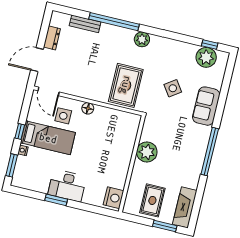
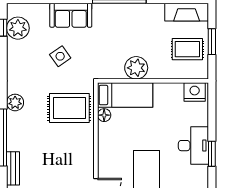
floor lamp: (88, 108) -> (104, 115), moved
side table: (63, 116) -> (119, 168), removed
bed: (125, 137) -> (125, 95), added
window: (165, 226) -> (212, 42), moved

